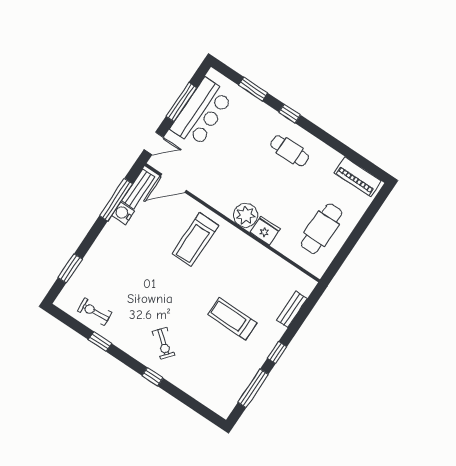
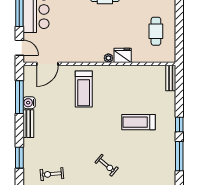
door: (154, 143) -> (19, 48), hinge flipped
bench: (138, 189) -> (28, 124), moved
plant: (246, 215) -> (108, 58), width x0.53, depth x0.53
cafe table: (322, 229) -> (156, 31), width x0.73, depth x0.74
bench: (292, 309) -> (171, 78), moved

